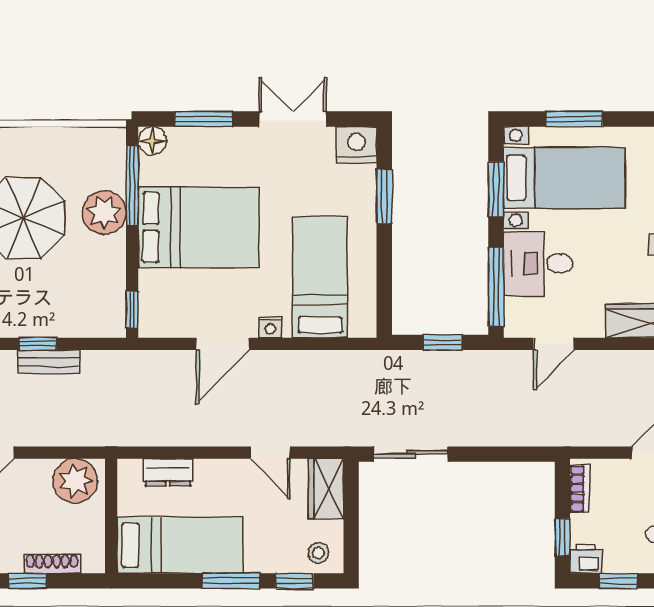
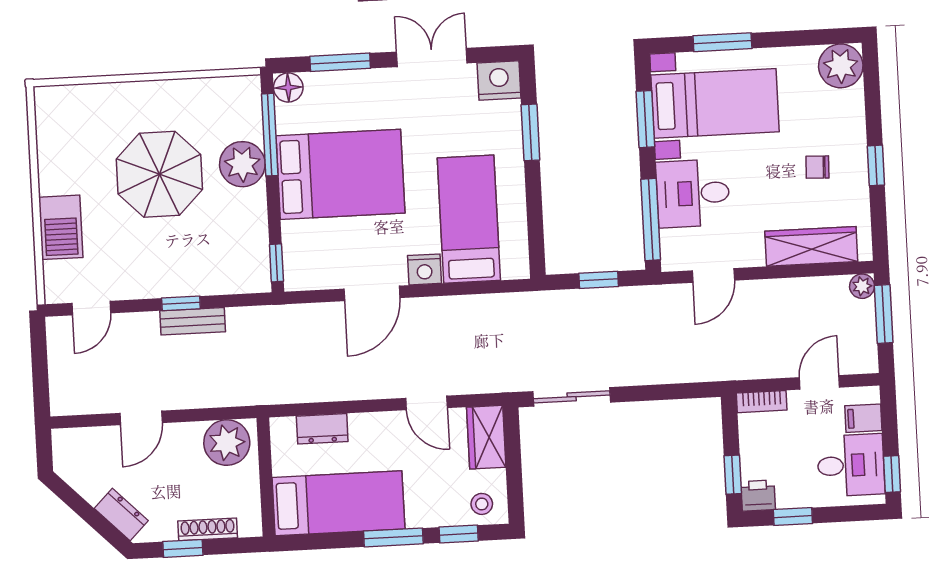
nightstand: (271, 327) -> (424, 269), width x1.39, depth x1.35
bookcase: (580, 489) -> (762, 402), moved, turned 90

